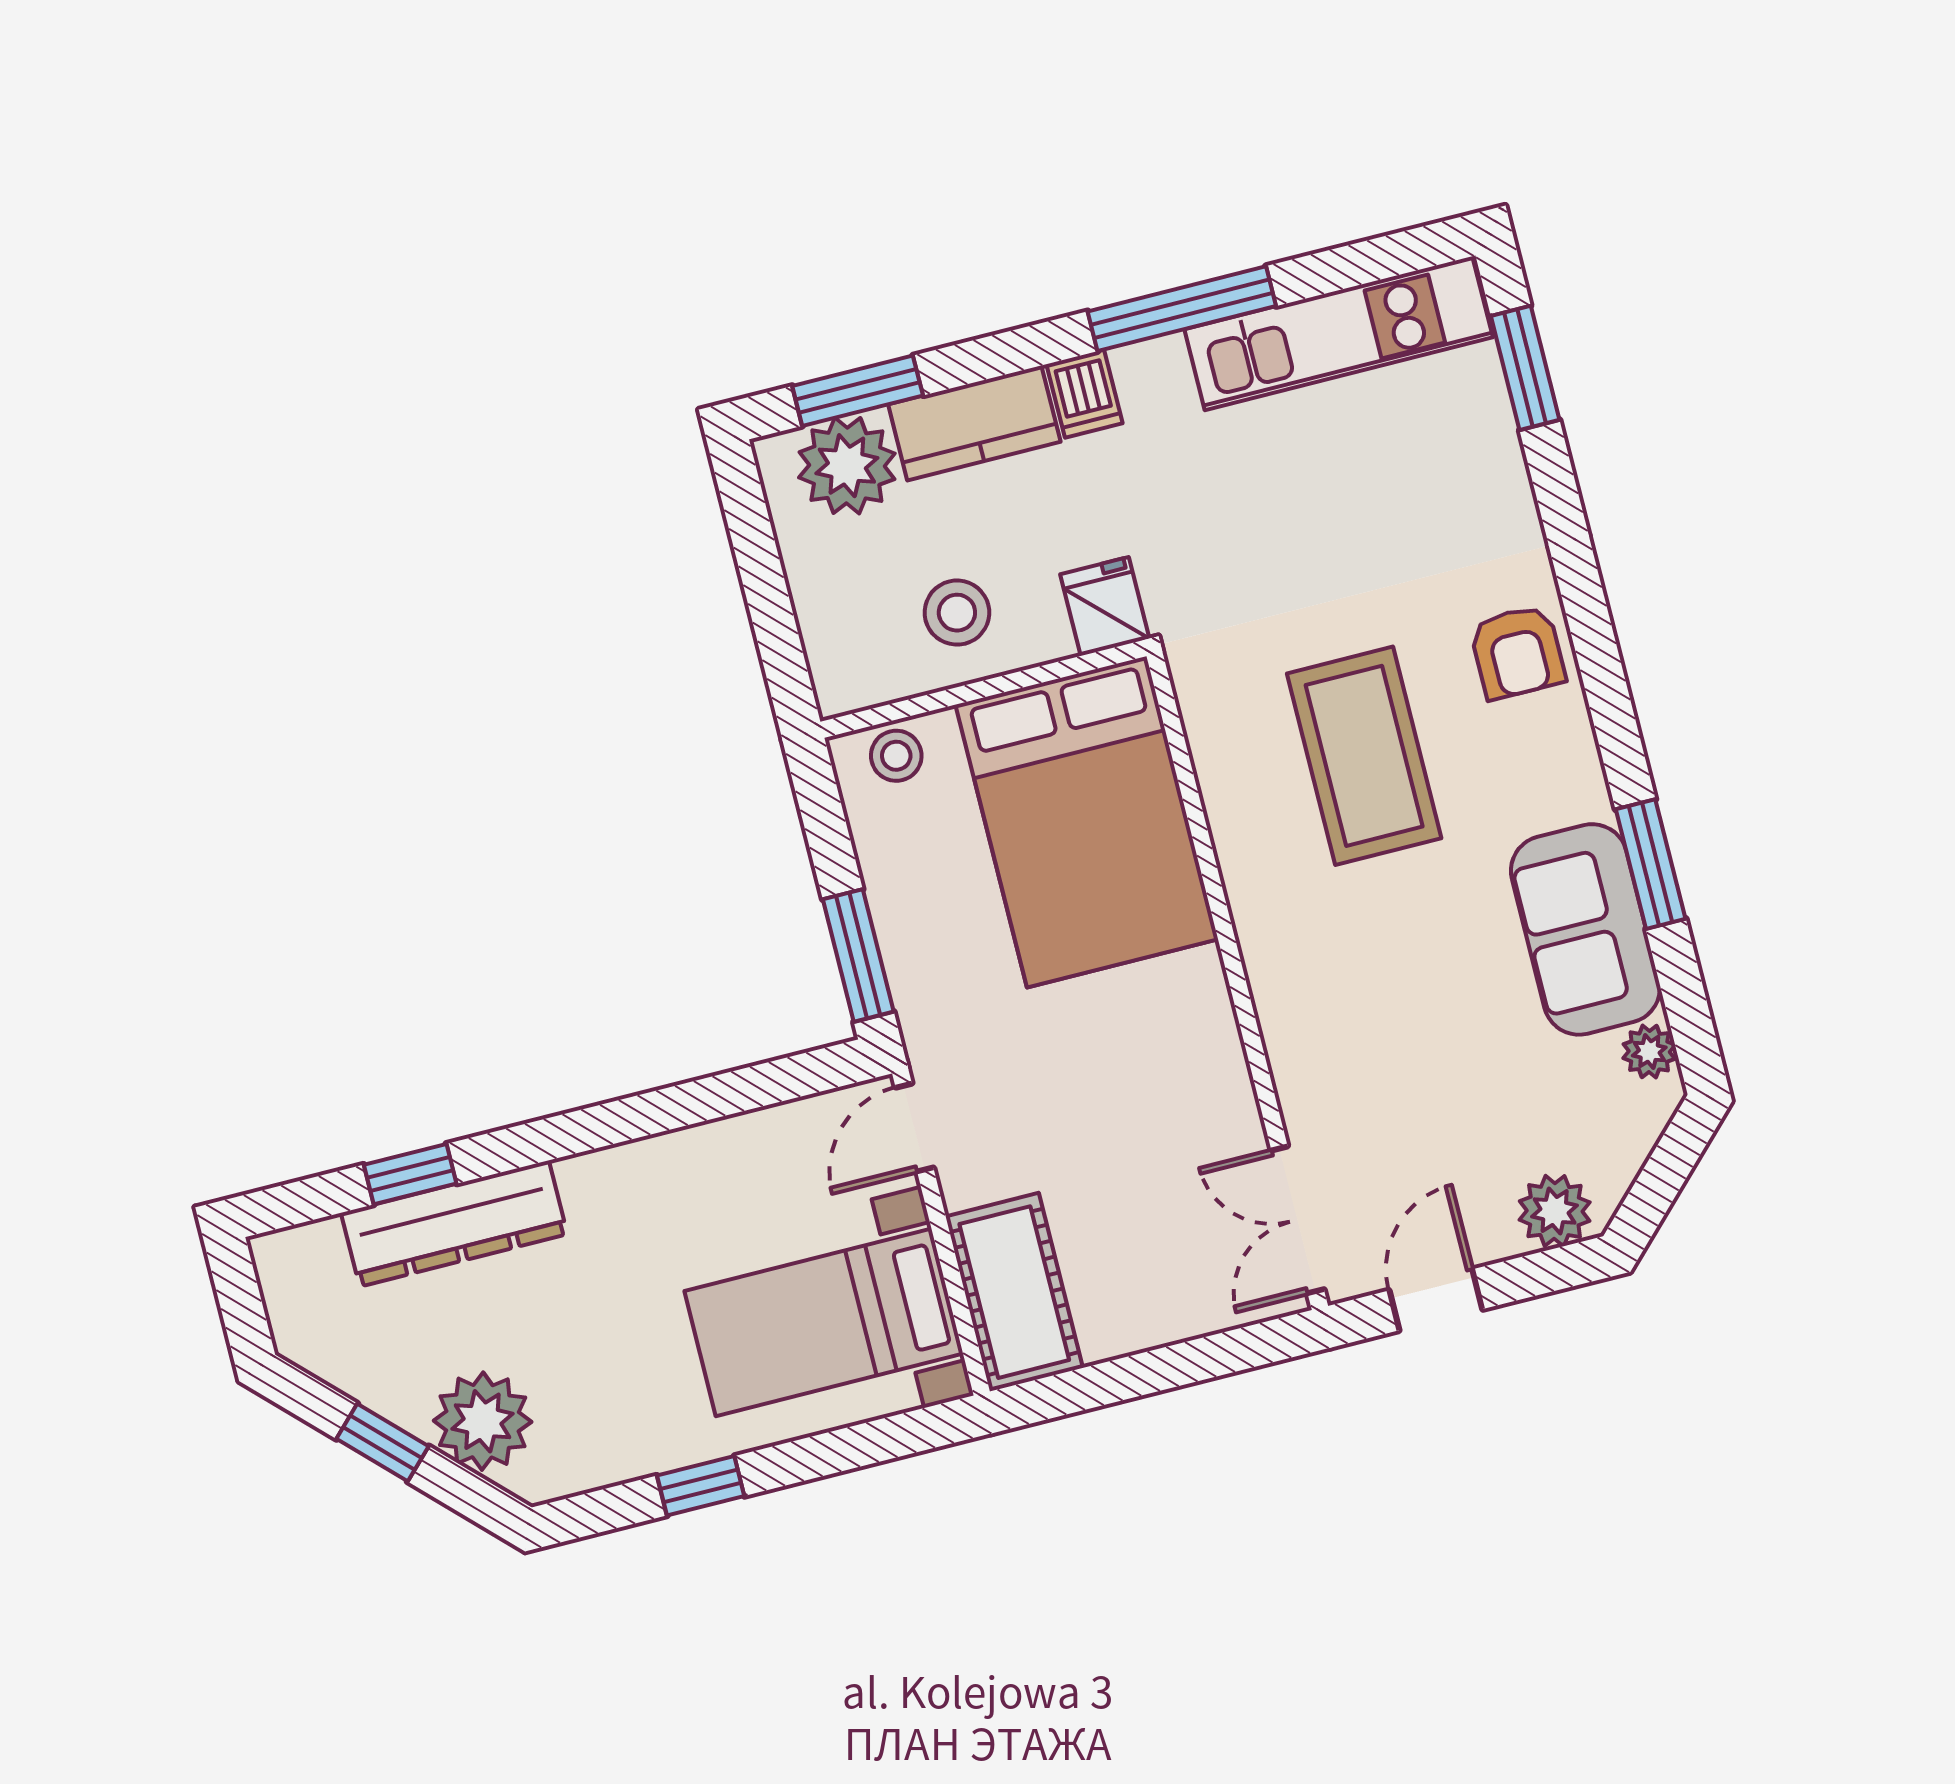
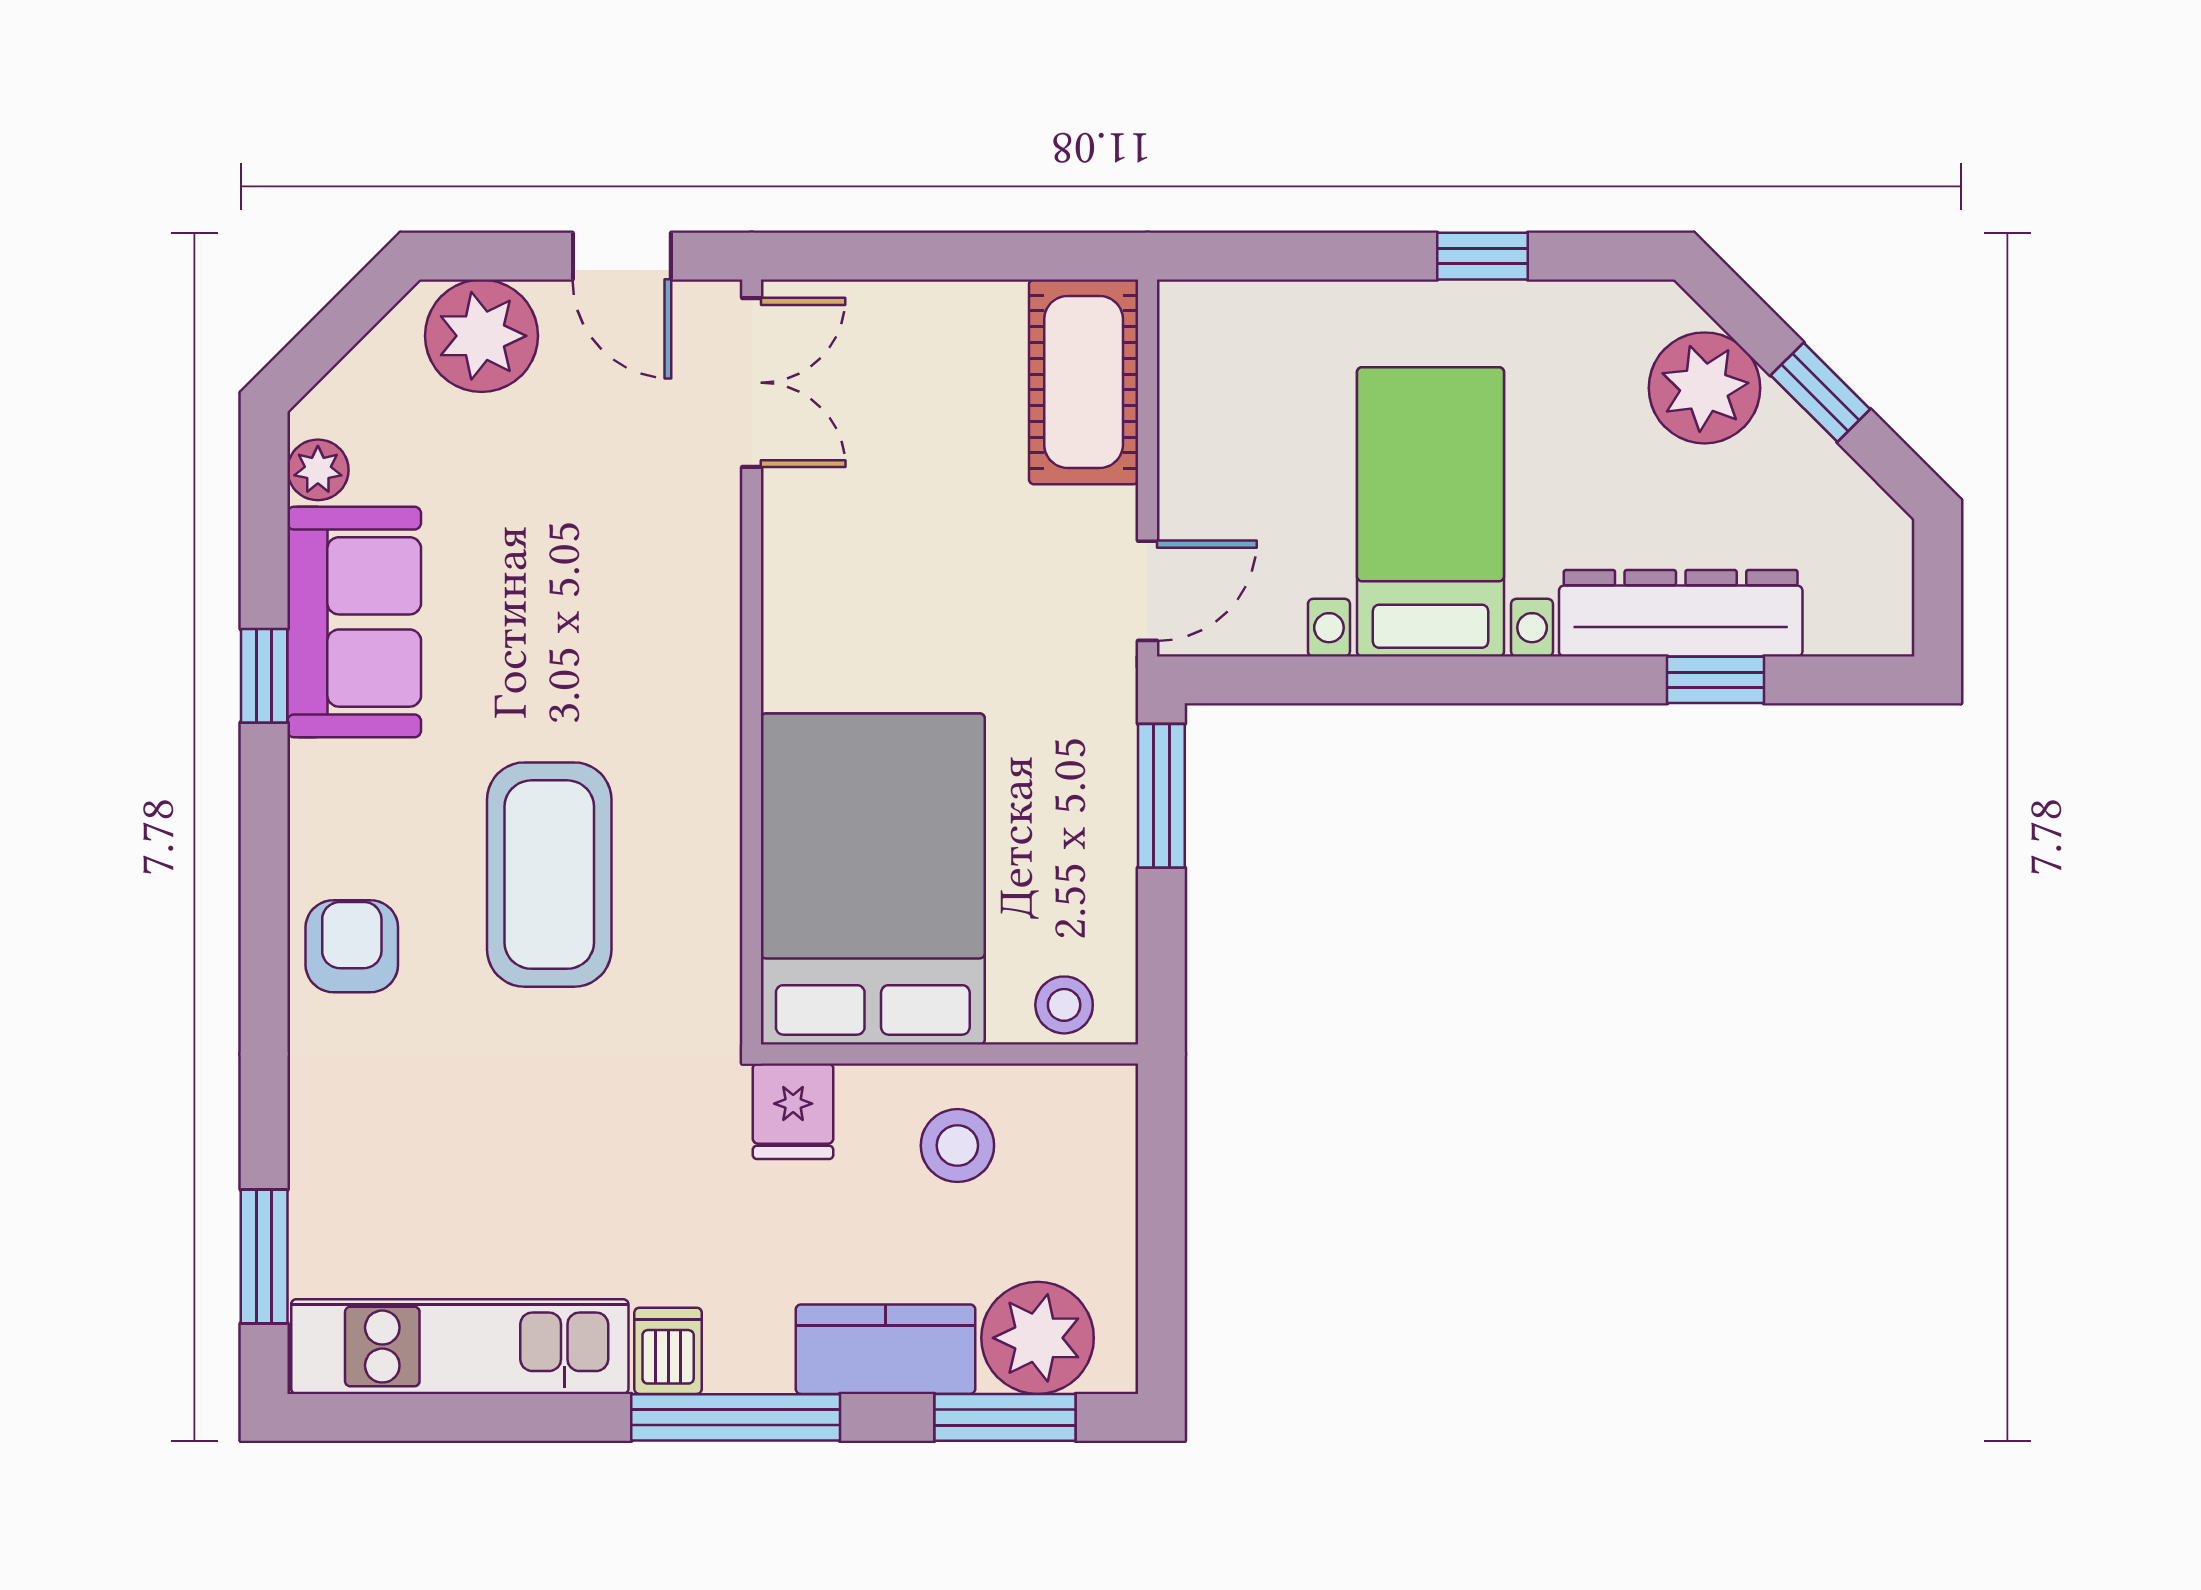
window: (1182, 309) -> (736, 1417), moved
dishwasher: (1085, 394) -> (668, 1351), moved
window: (1651, 864) -> (264, 676), width x0.67
plant: (1555, 1211) -> (482, 336), width x1.36, depth x1.36
door: (1436, 1300) -> (622, 256), hinge flipped
bed with nightstands: (824, 1322) -> (1430, 512), moved, turned -90

